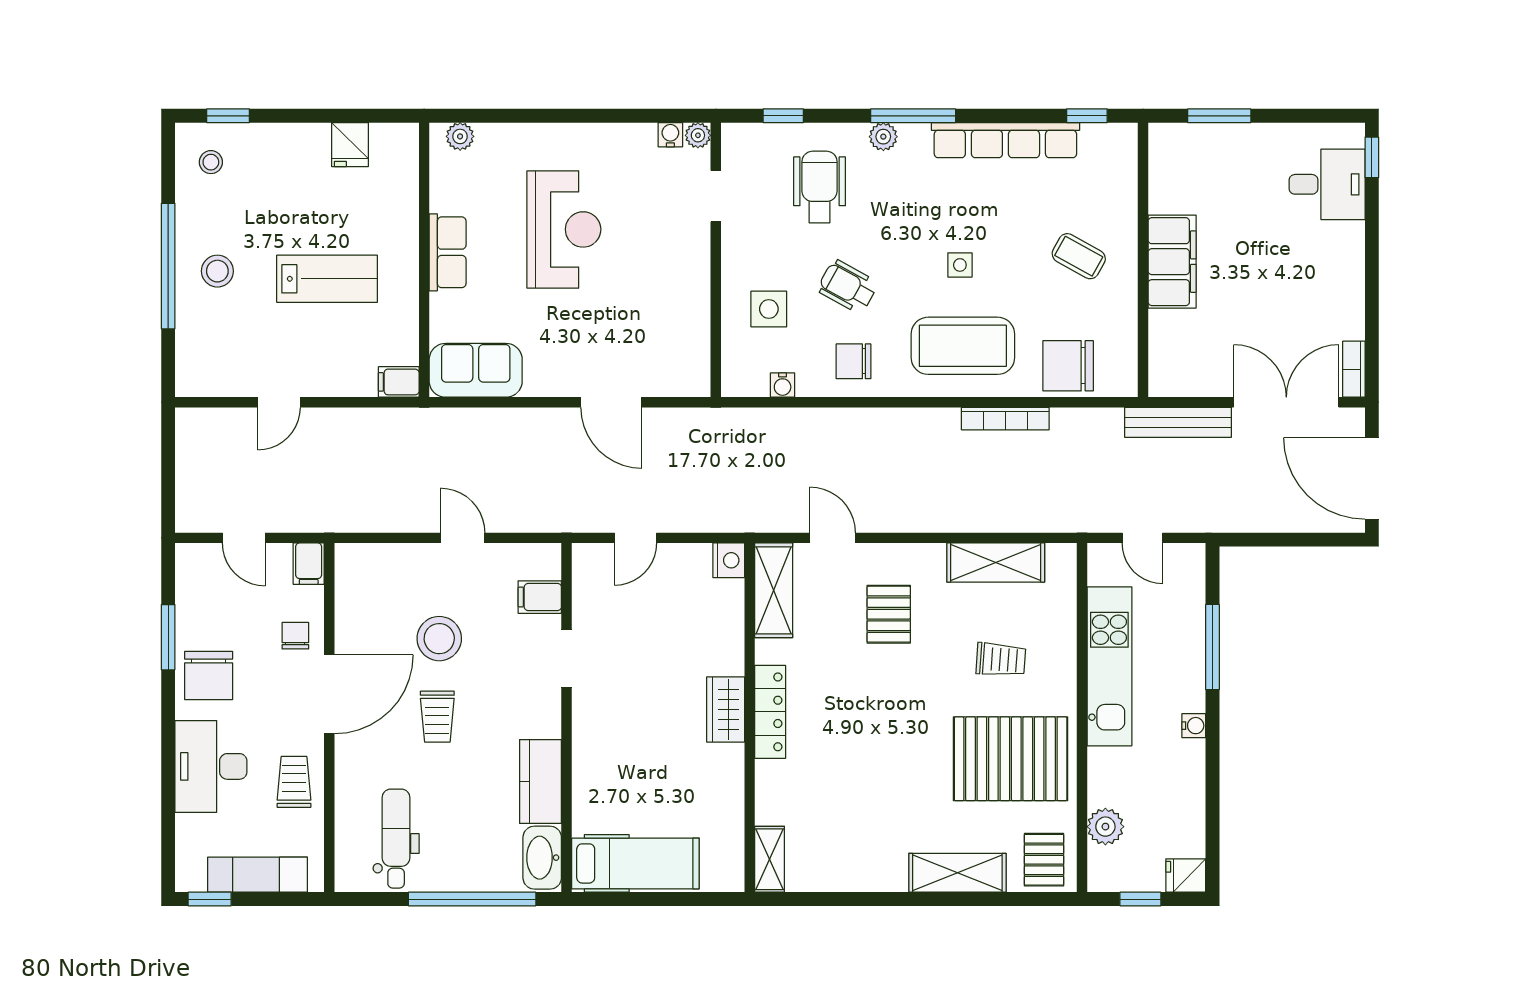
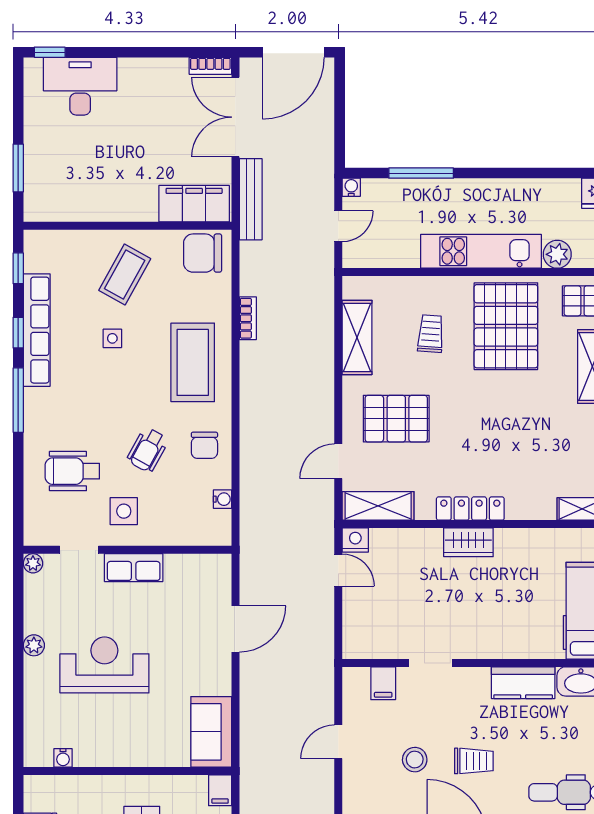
window: (783, 116) -> (18, 333), moved
water cooler: (670, 135) -> (63, 758), moved, turned -90
plant: (460, 136) -> (34, 645), moved
plant: (883, 137) -> (34, 423), removed
desk: (1327, 184) -> (80, 86), width x1.37
row of seats: (448, 252) -> (134, 568), moved, turned 180
coffee table: (1079, 256) -> (125, 275), width x1.36, depth x1.30
filing cabinet: (1172, 262) -> (194, 204), moved
side table: (960, 265) -> (112, 338), moved
side table: (769, 309) -> (124, 511), moved
chair: (1068, 366) -> (203, 253), moved, turned 90
bookcase: (1005, 419) -> (248, 318), width x0.64
door: (636, 538) -> (338, 570), moved
pallet: (889, 614) -> (396, 419), width x1.50, depth x1.42
stool: (439, 639) -> (415, 760), width x0.73, depth x0.73
kitchen unit: (1109, 666) -> (481, 251), moved
water cooler: (1194, 726) -> (351, 187), moved

